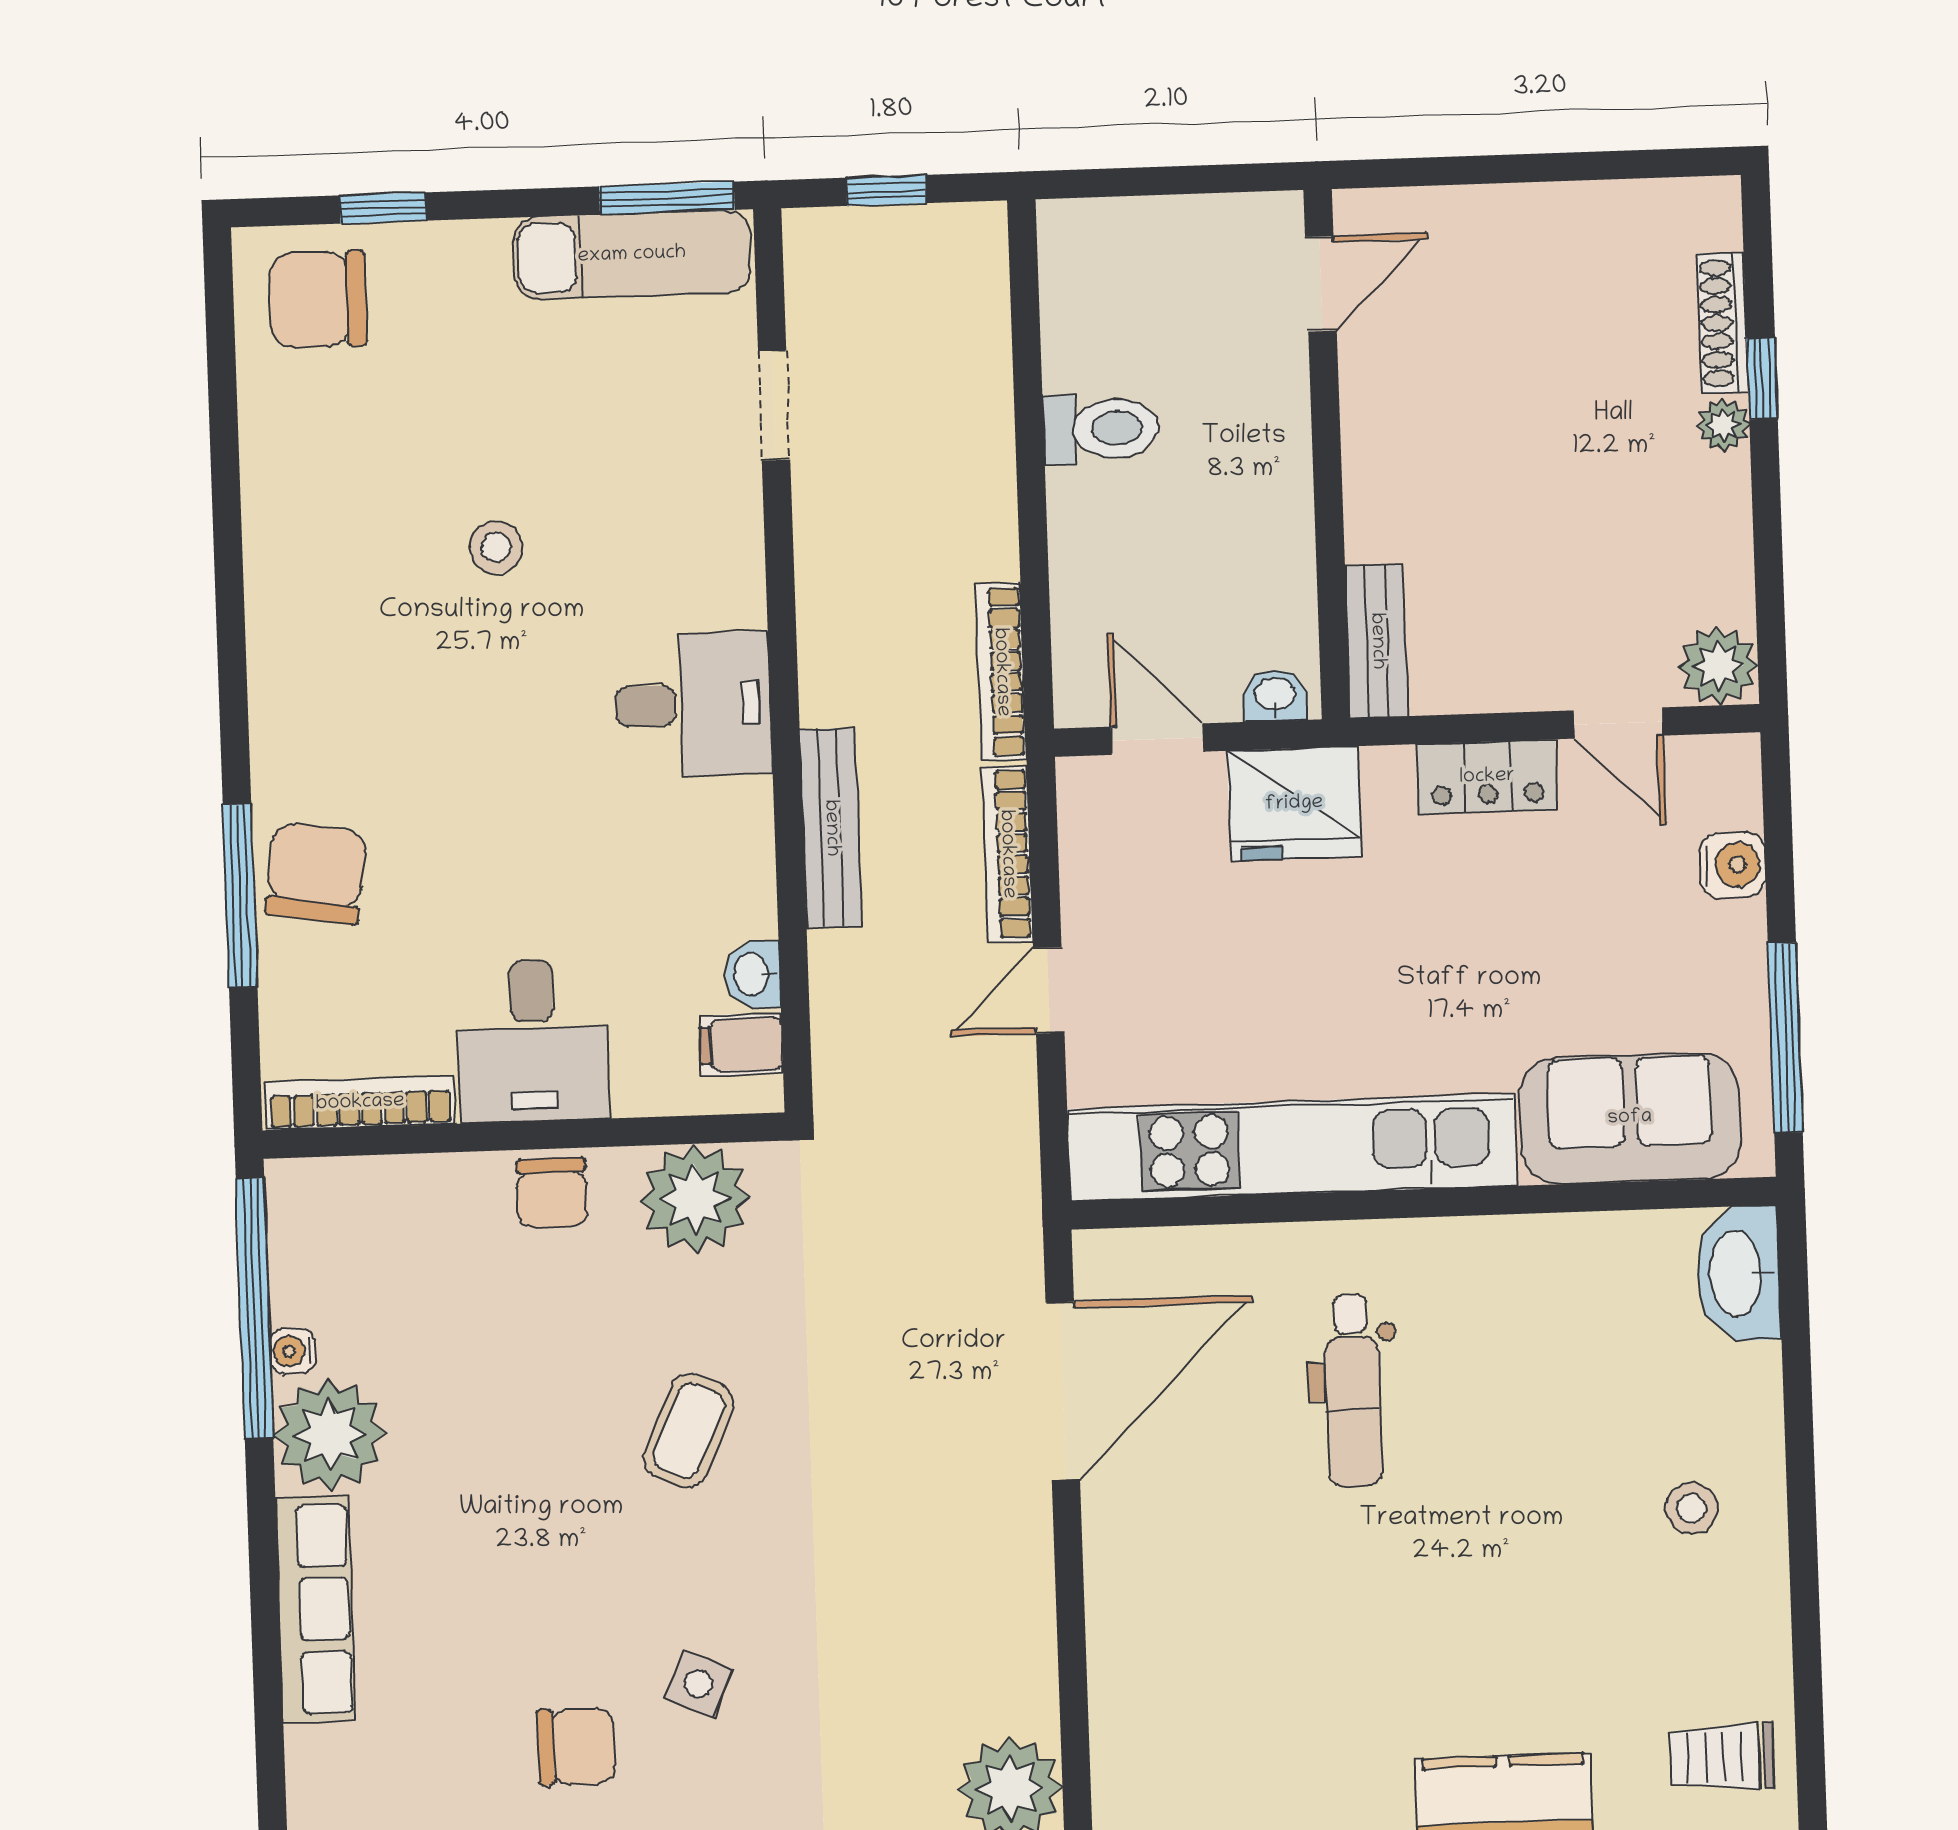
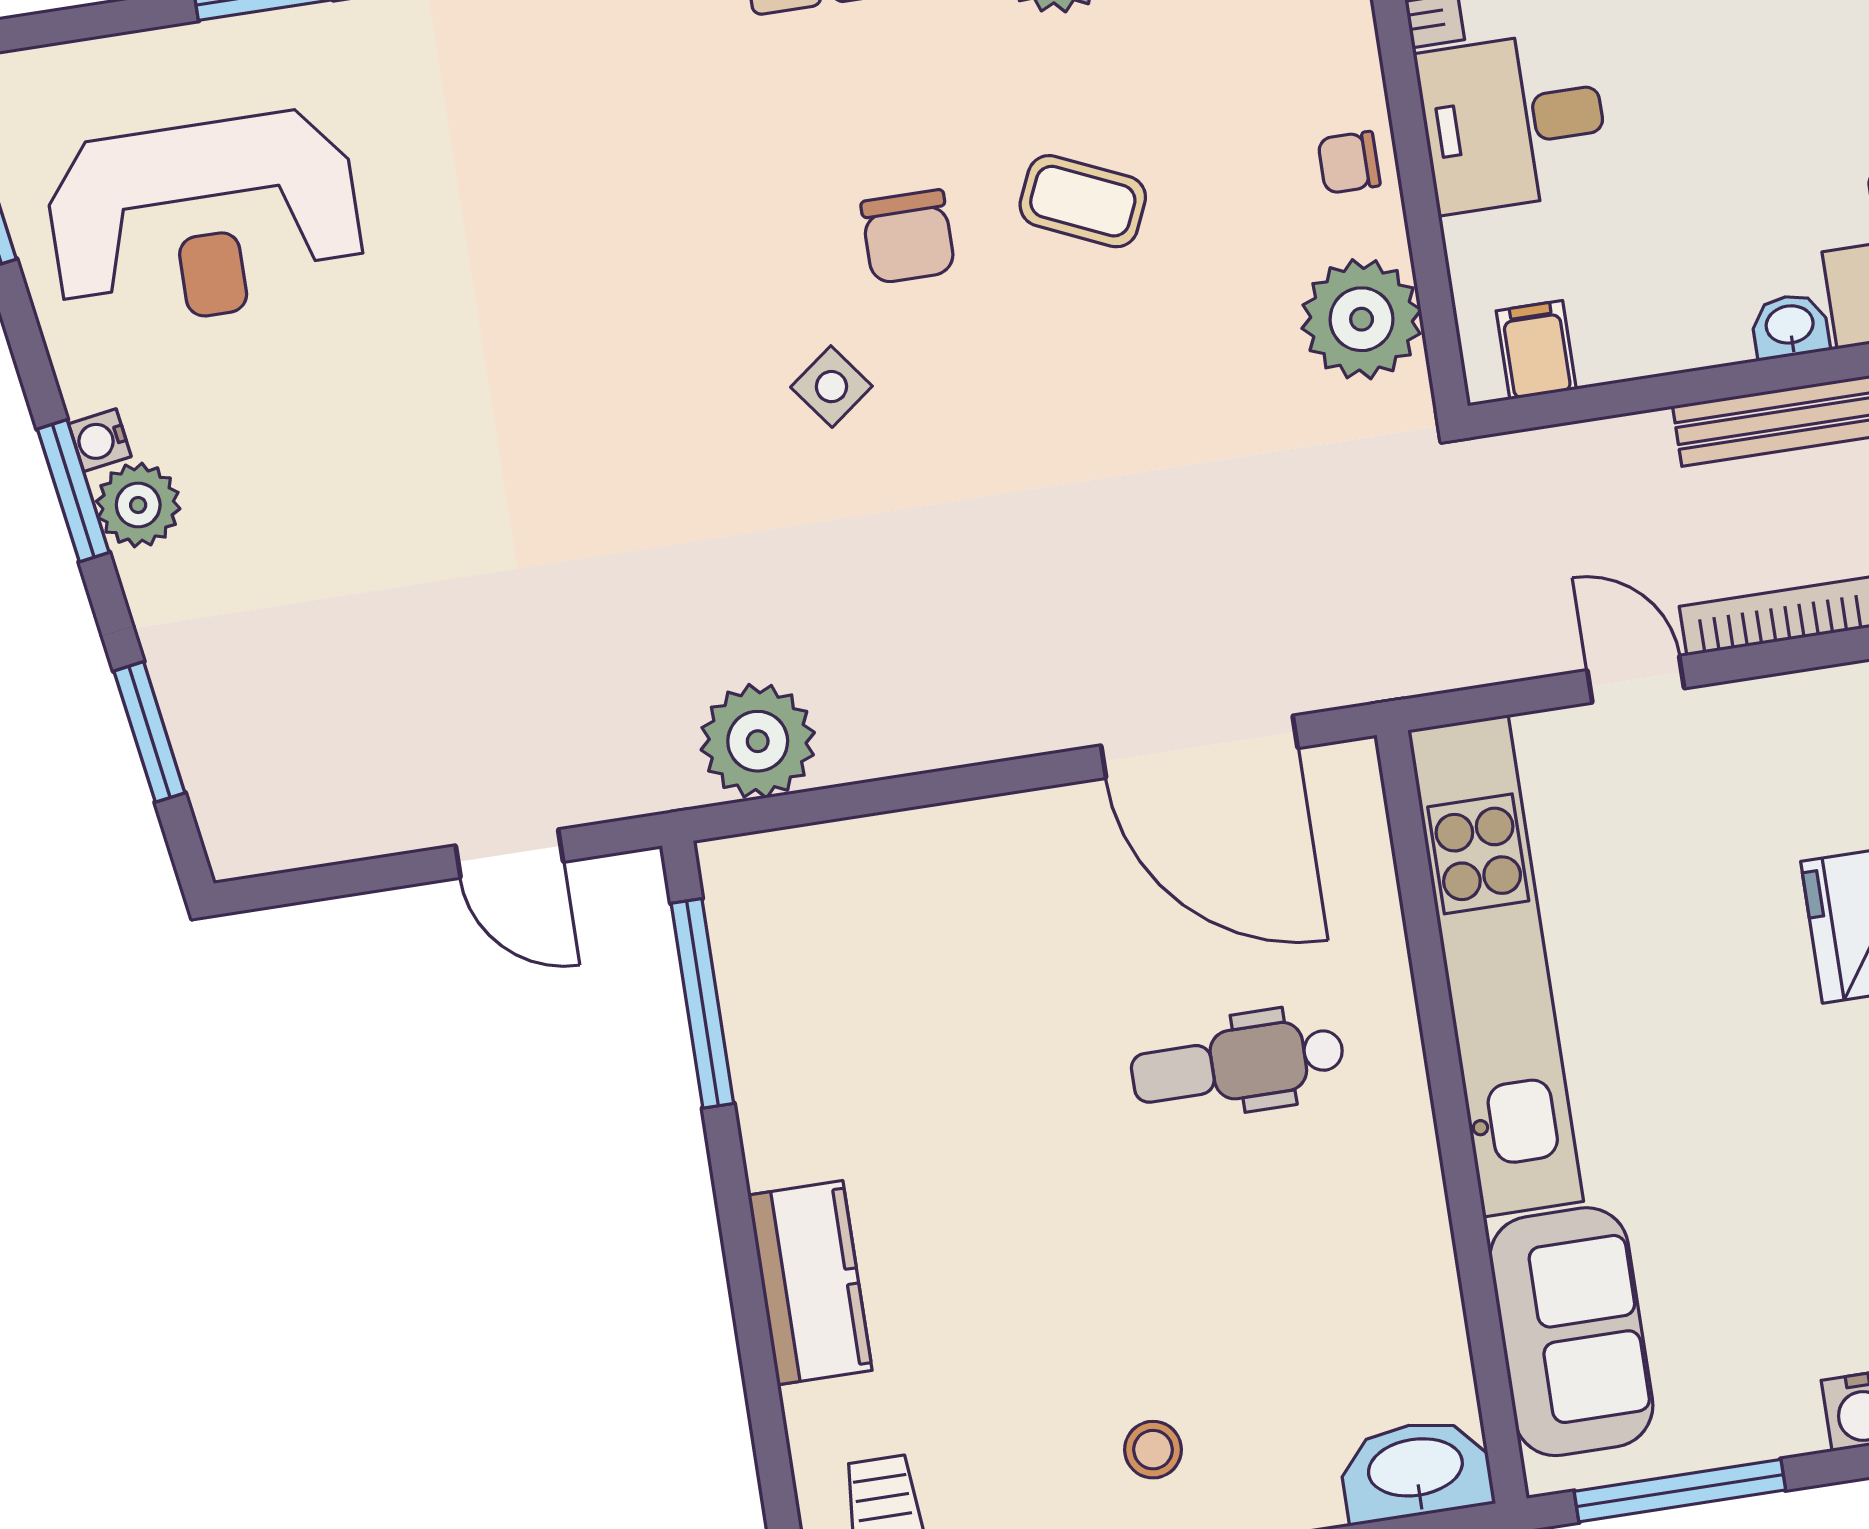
washbasin: (753, 974) -> (1790, 326), moved
chair: (552, 1193) -> (1349, 162), width x0.73, depth x0.73
coffee table: (688, 1431) -> (1083, 201), moved
side table: (698, 1684) -> (831, 387), turned 30
chair: (576, 1746) -> (908, 237), moved

